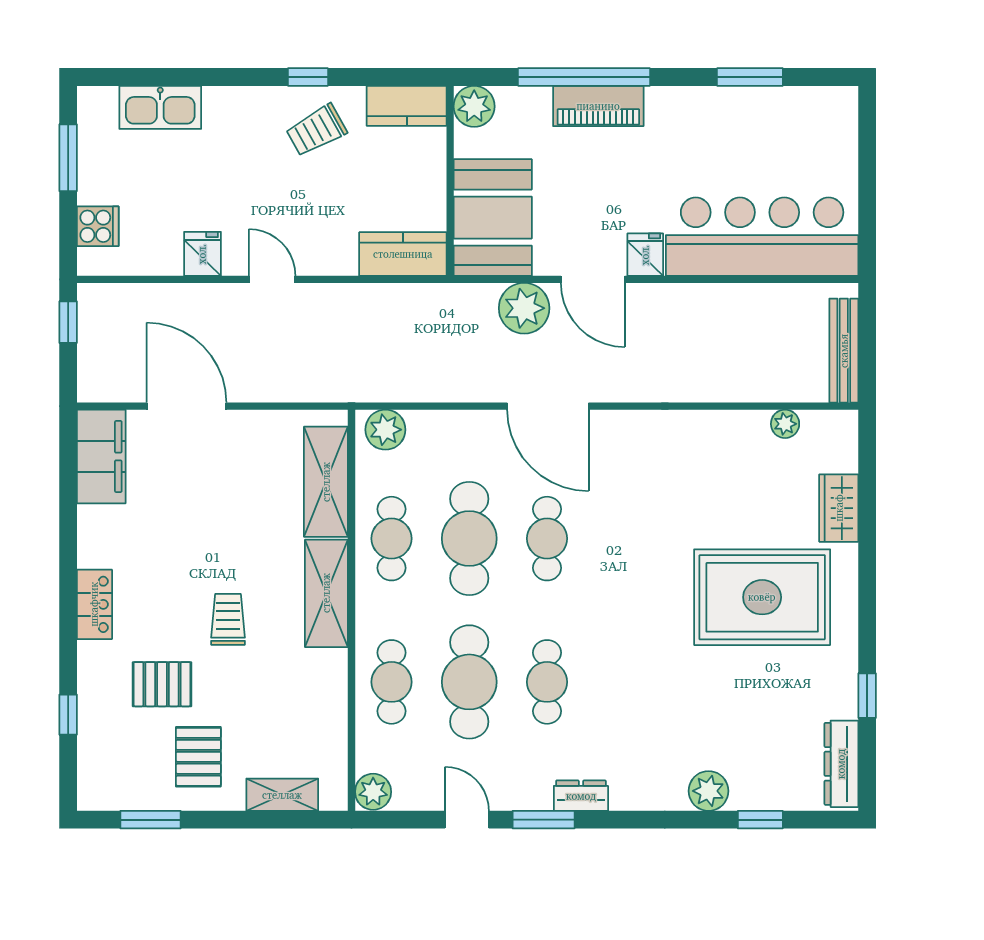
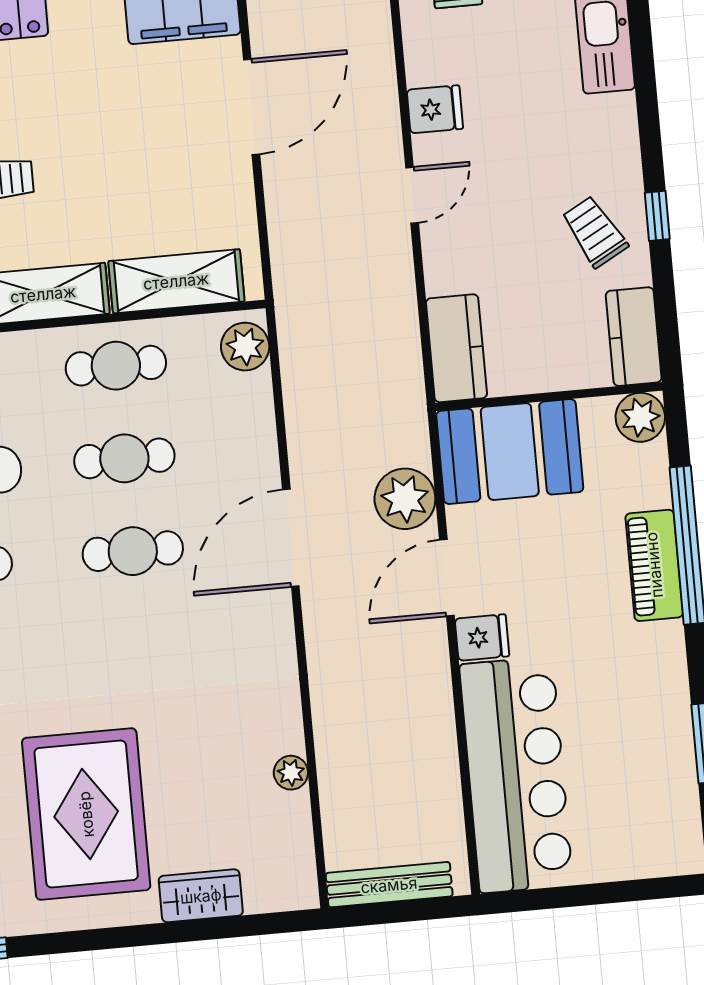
plant: (785, 424) -> (291, 773), moved
cafe table: (469, 539) -> (124, 458), width x0.73, depth x0.74

